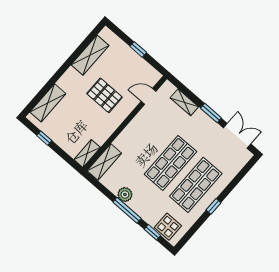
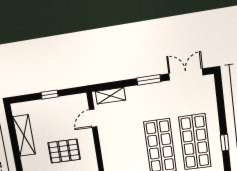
shelving: (184, 102) -> (110, 96), moved

